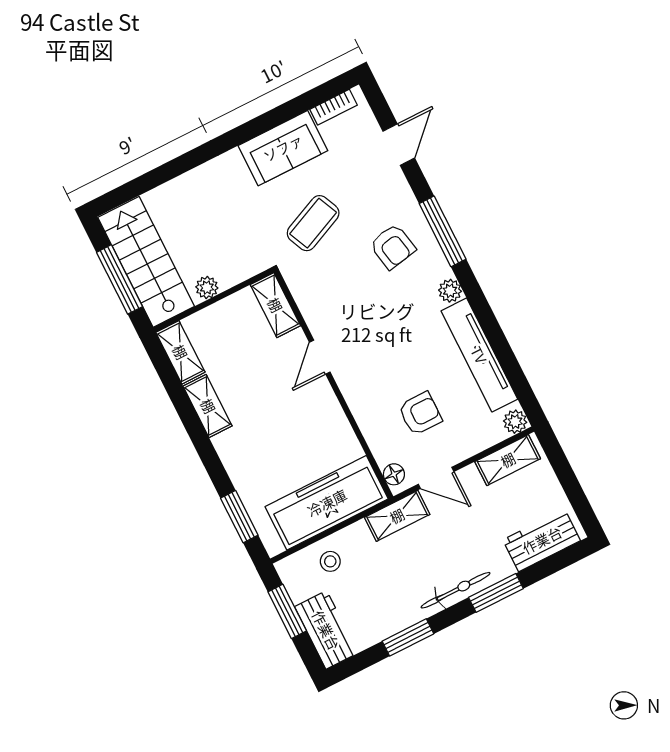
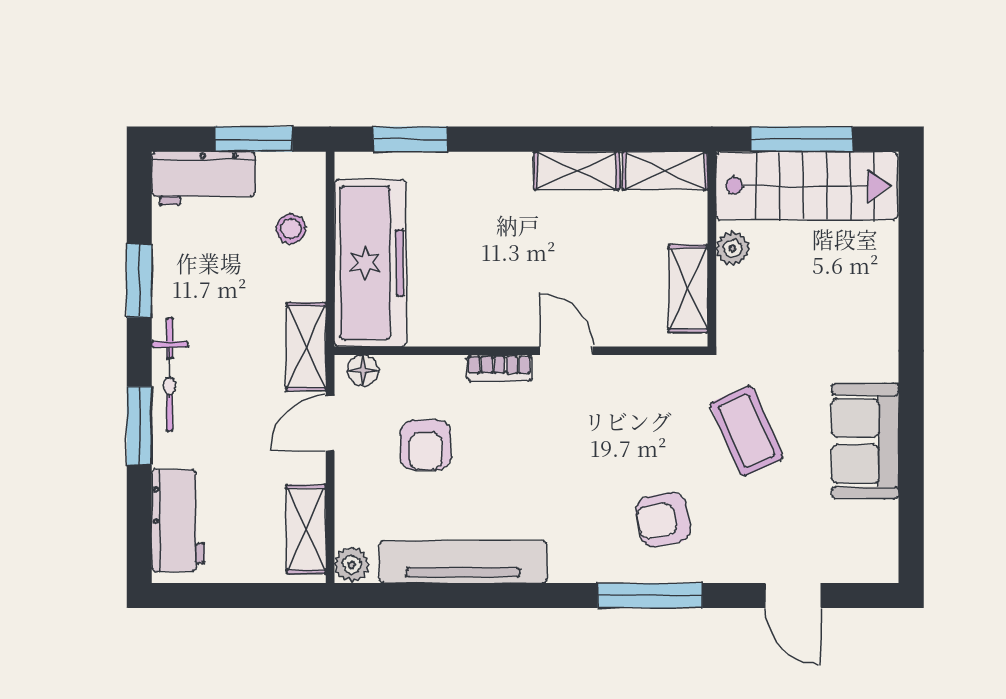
bookcase: (334, 107) -> (499, 368), moved, turned -90
plant: (450, 291) -> (567, 566), removed
shelving: (275, 305) -> (688, 289), moved, turned 90

